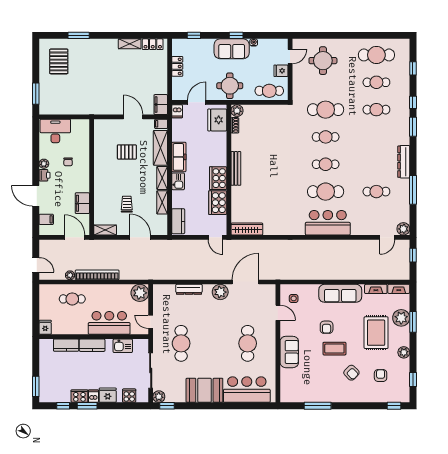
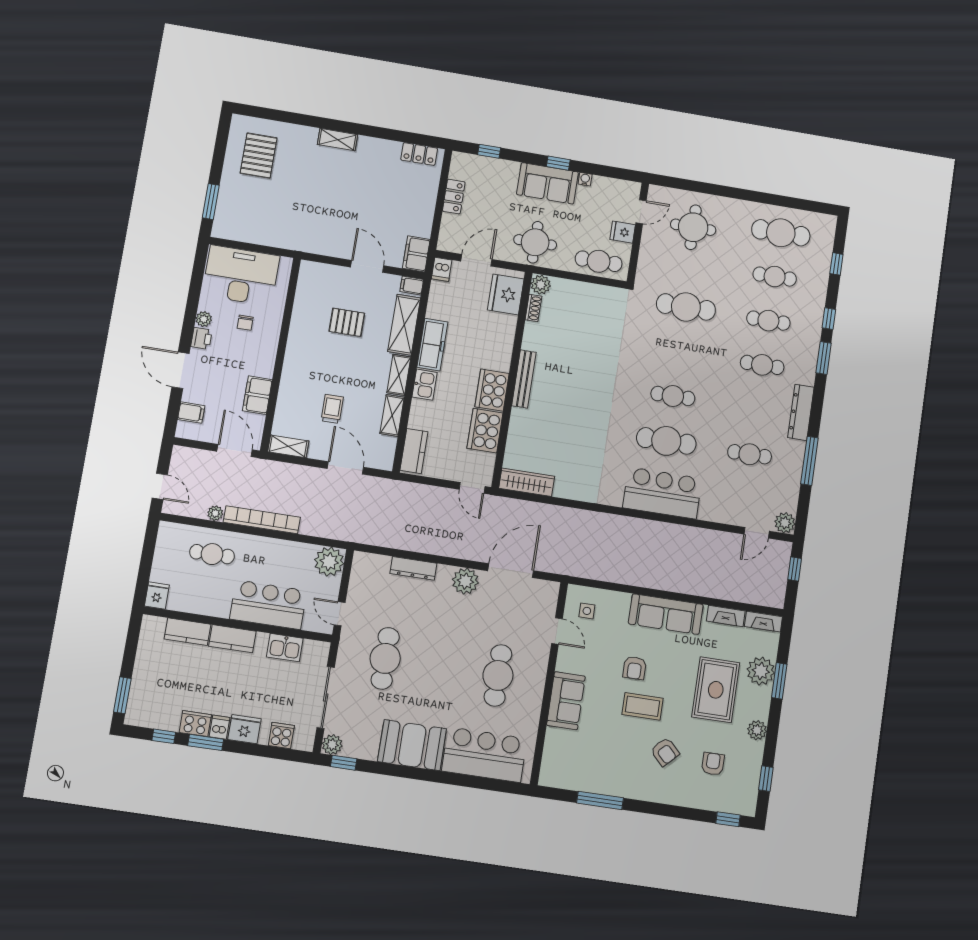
window: (79, 35) -> (299, 119), removed
shelving: (130, 44) -> (338, 140), moved
desk: (55, 131) -> (241, 276), width x1.36, depth x1.30
cafe table: (326, 137) -> (762, 365), moved

